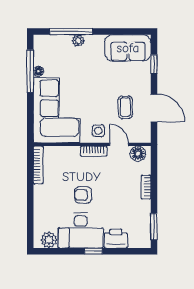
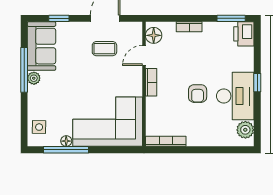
window: (71, 32) -> (24, 70), moved
plant: (78, 41) -> (34, 78), moved
side table: (98, 131) -> (39, 127), moved
printer: (116, 239) -> (244, 34), moved

